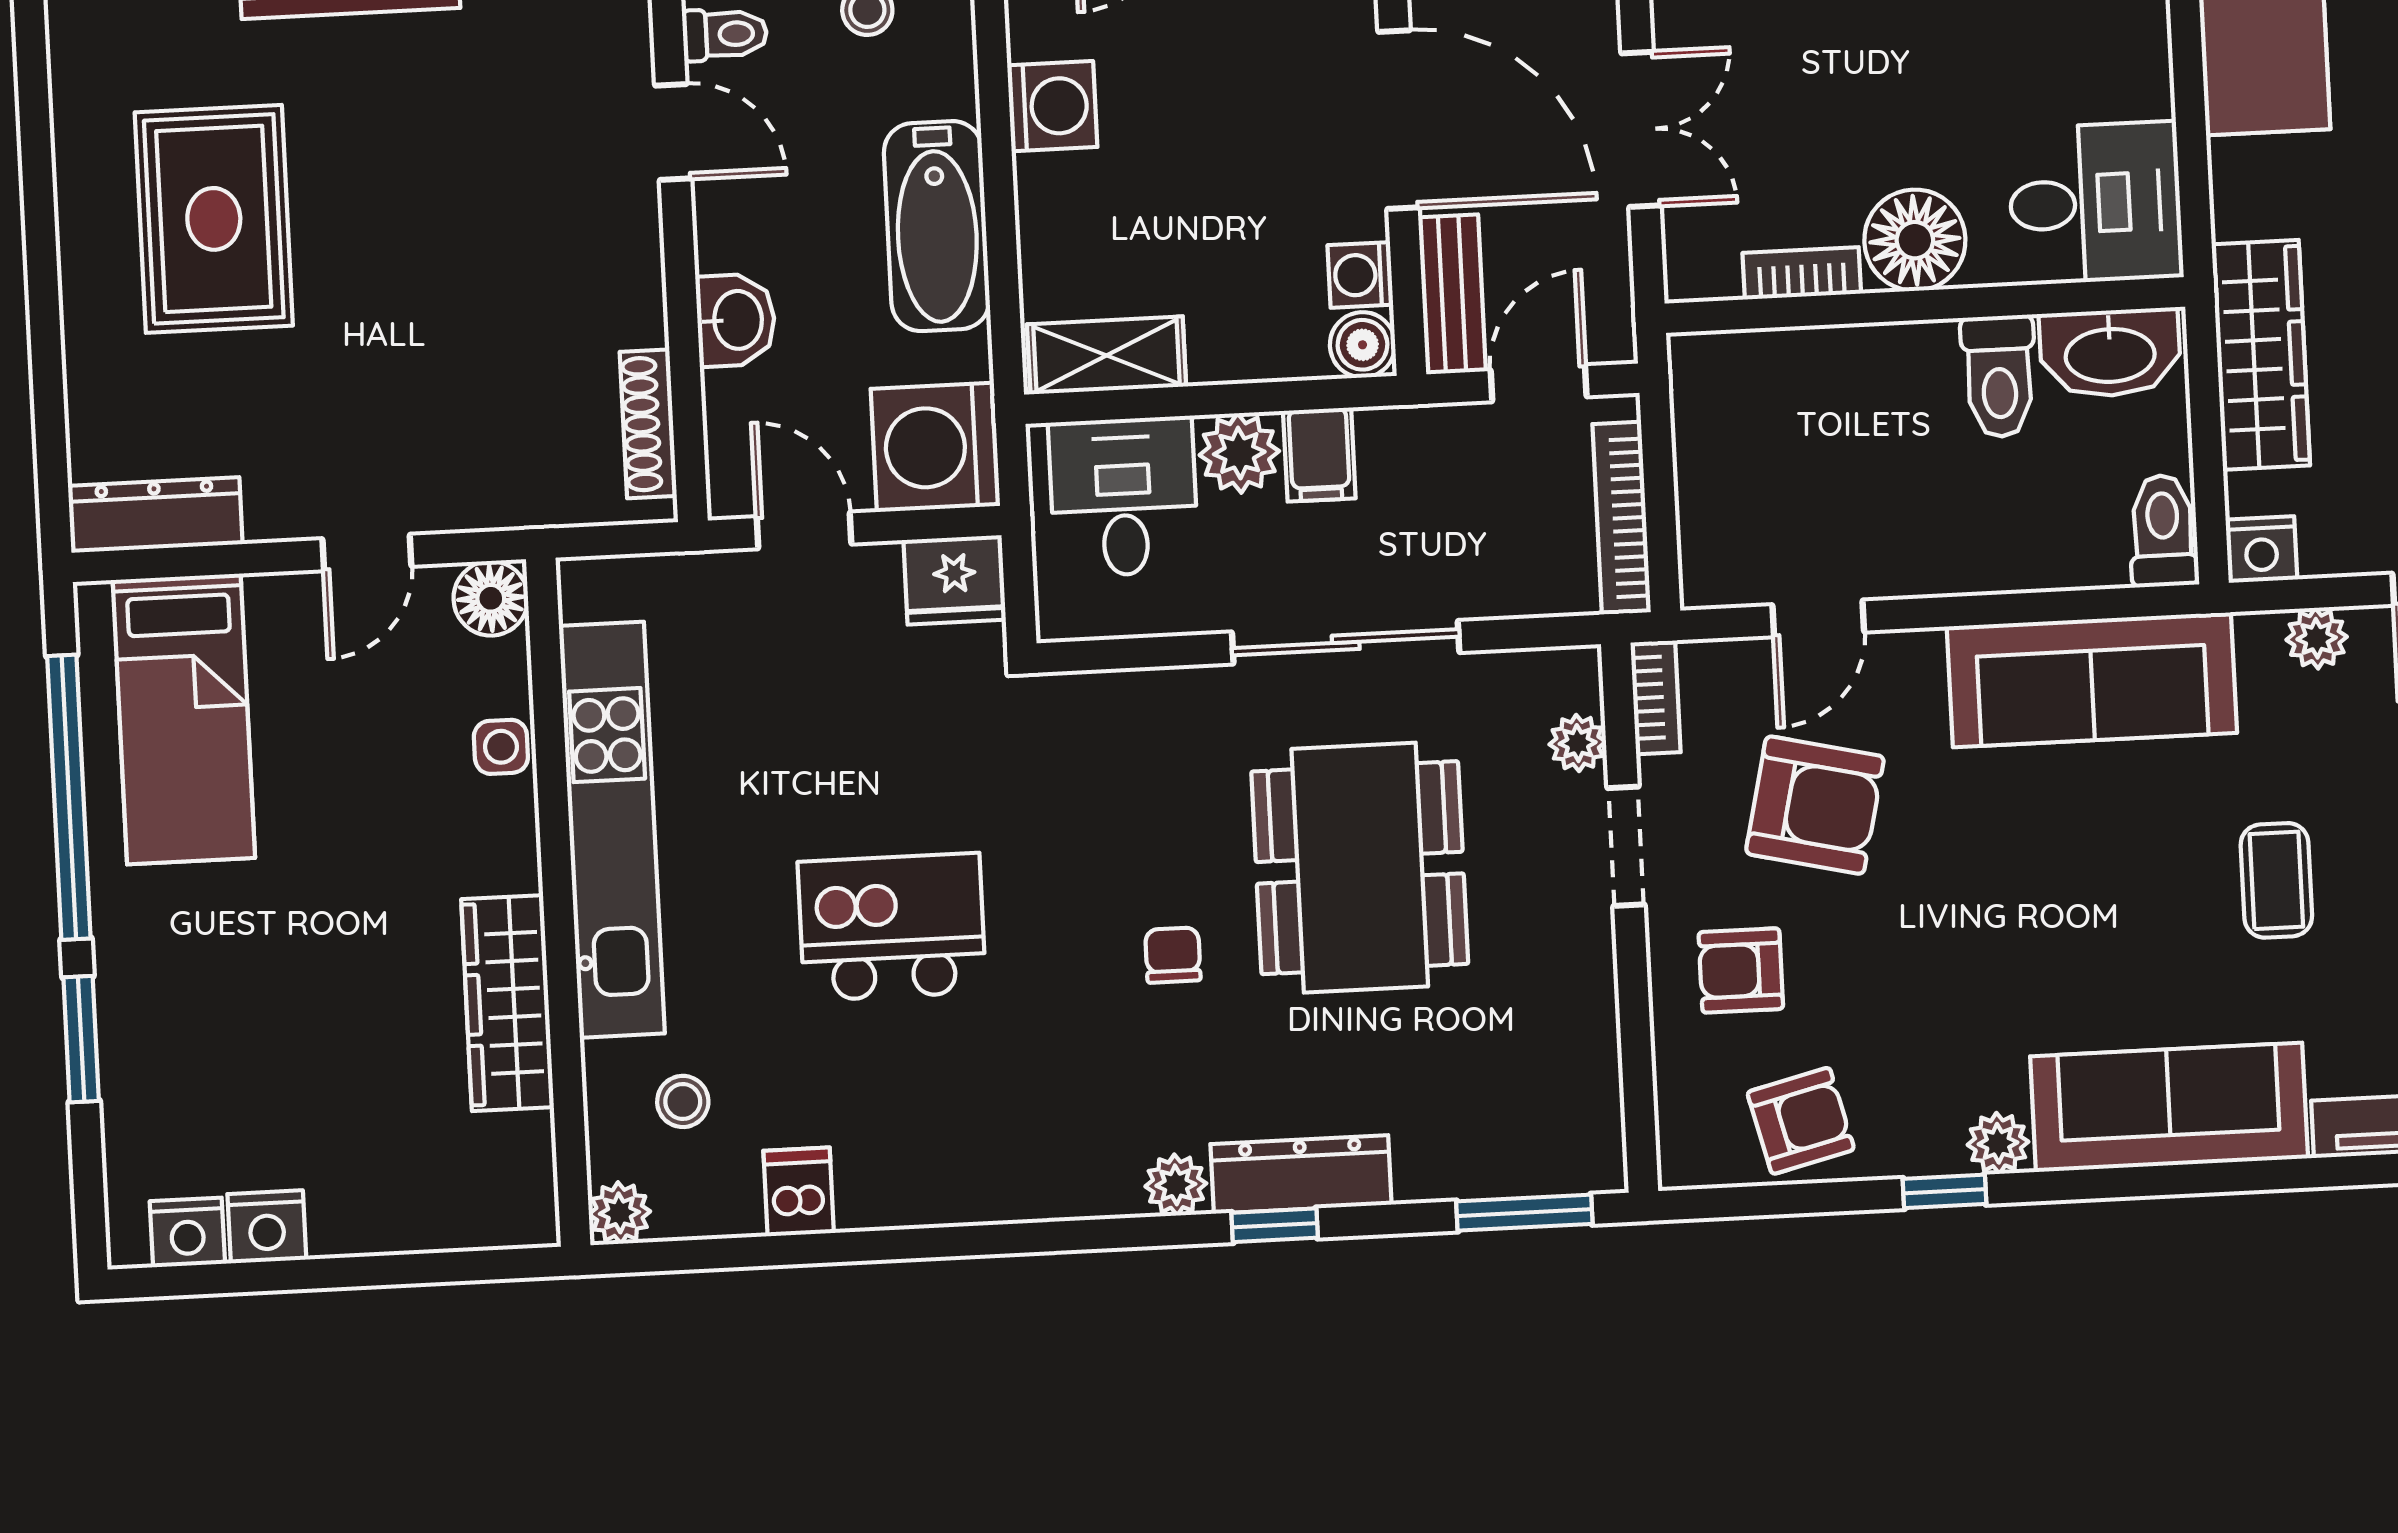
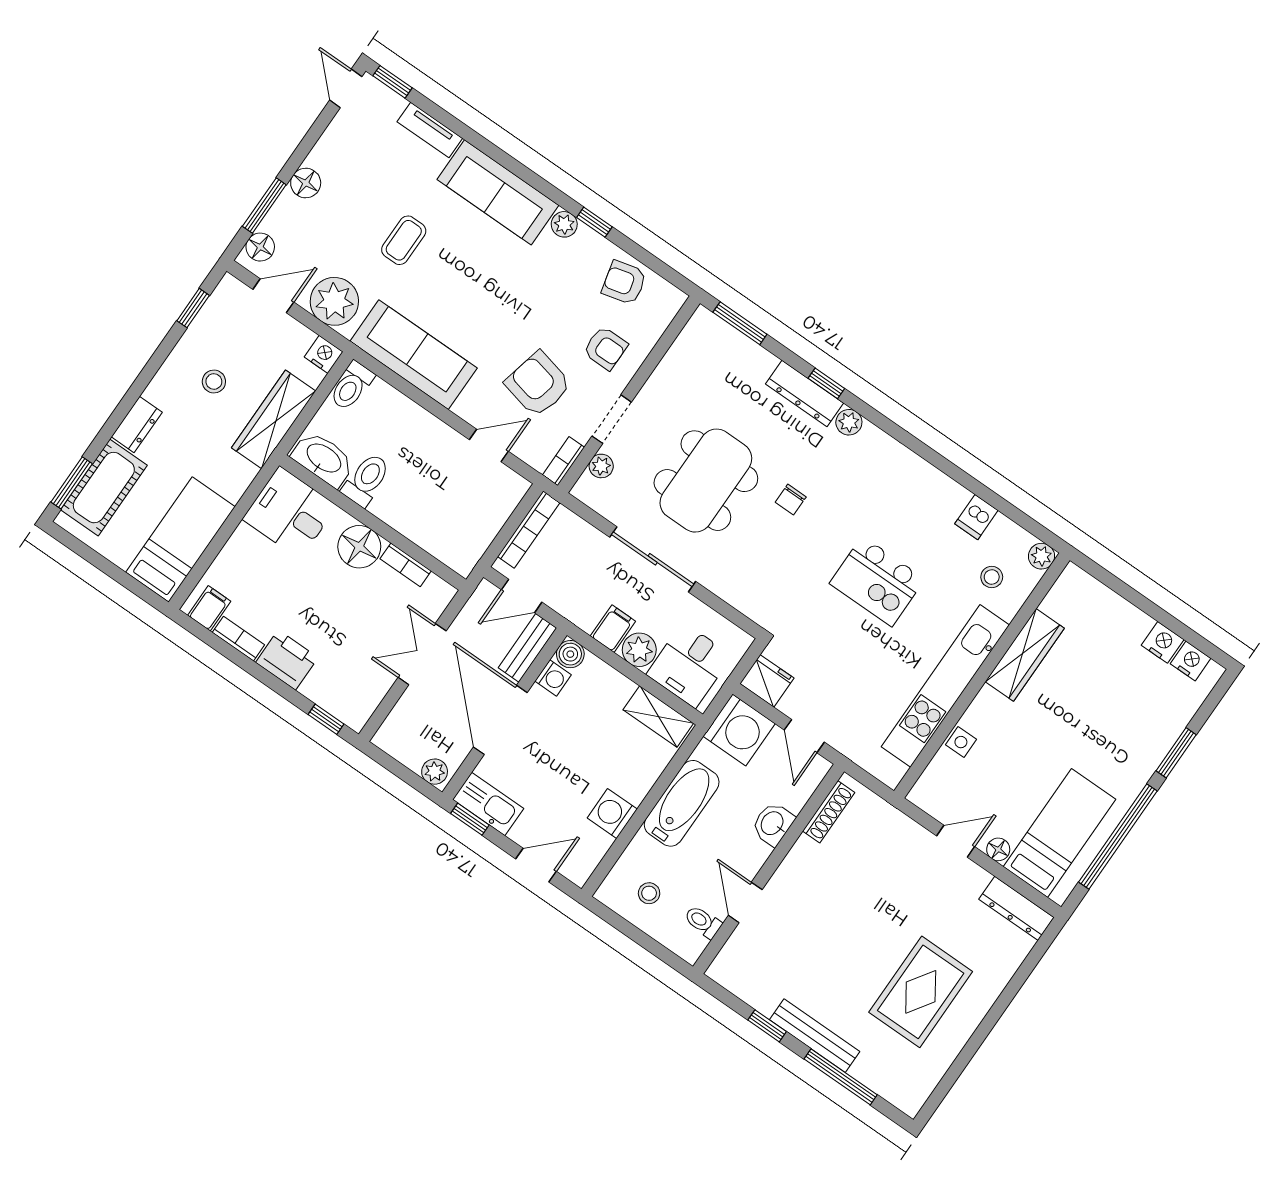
floor lamp: (491, 598) -> (998, 849), moved, width x0.73, depth x0.73
plant: (2317, 638) -> (334, 301), width x1.87, depth x1.87

